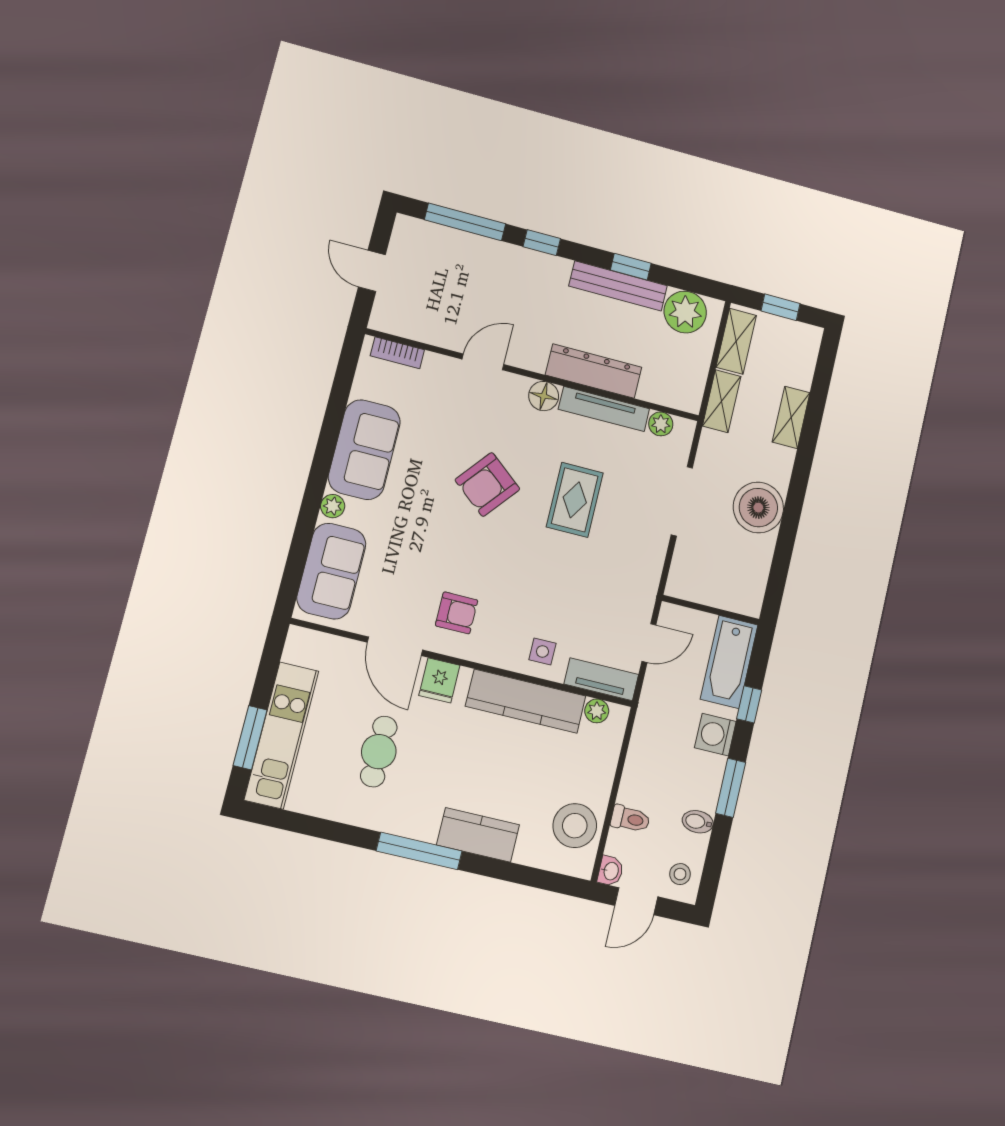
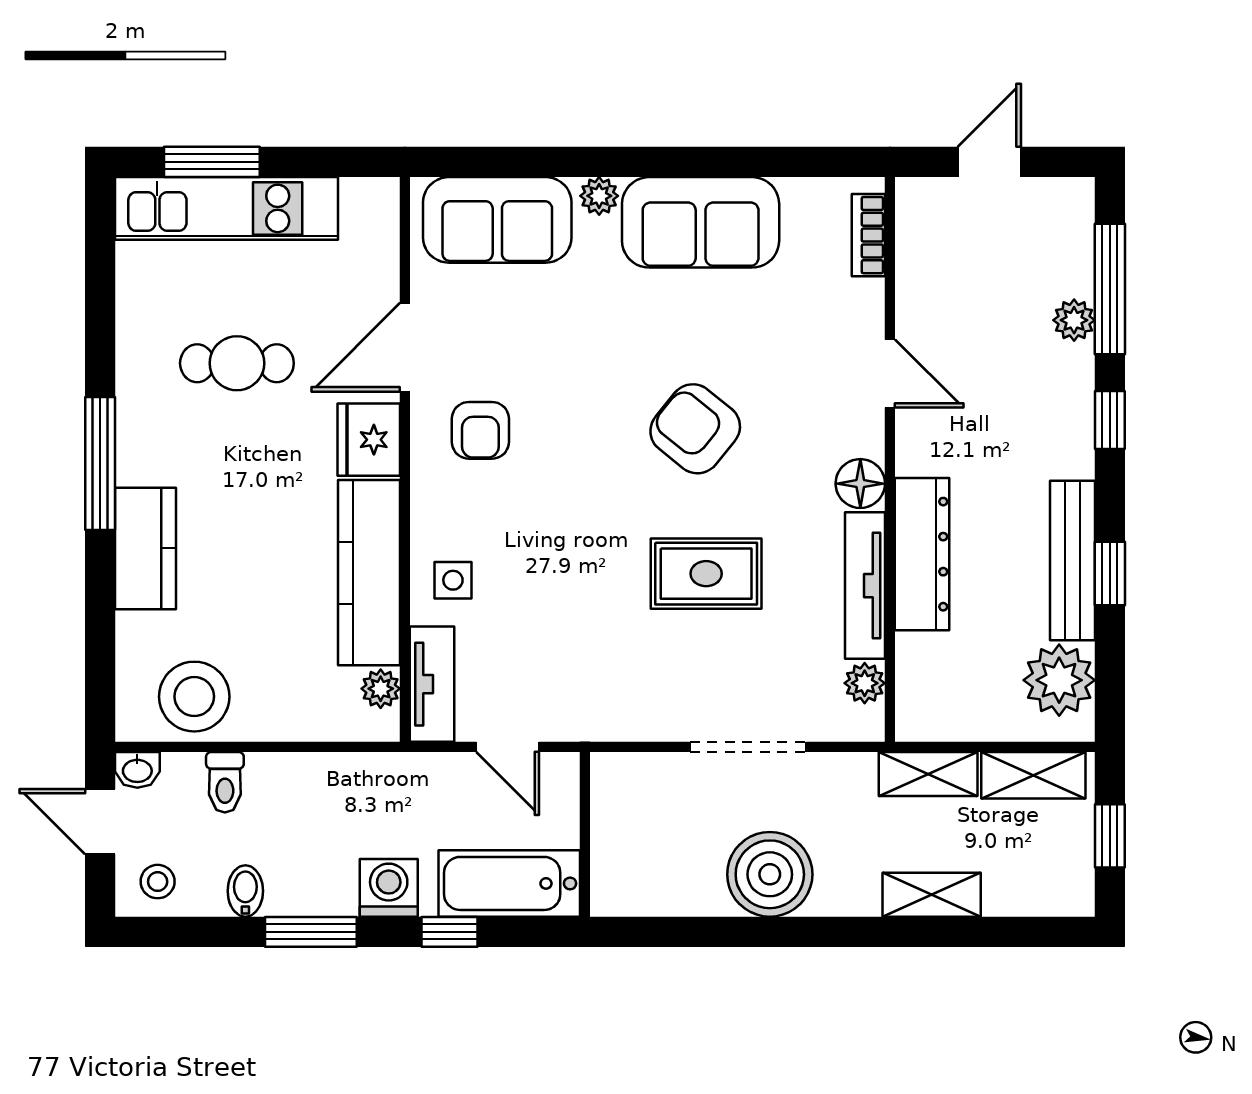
plant: (478, 247) -> (1074, 320), added
fridge: (439, 680) -> (369, 440), width x1.38

